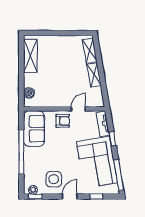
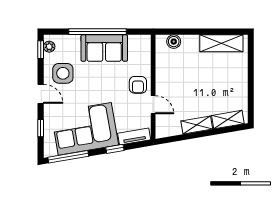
sofa: (34, 129) -> (104, 48), moved

